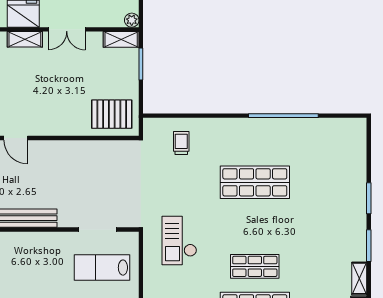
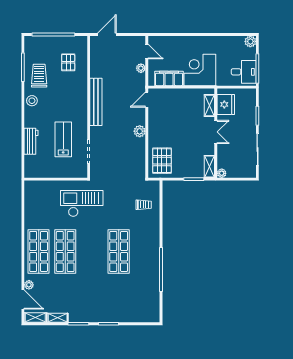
double door: (67, 29) -> (216, 132), swing flipped
plant: (65, 149) -> (140, 131), added
checkout: (179, 240) -> (82, 204), width x1.36, depth x1.21
shop shelf: (255, 266) -> (65, 251), width x1.43, depth x1.36
lab bench: (102, 268) -> (63, 139), moved

